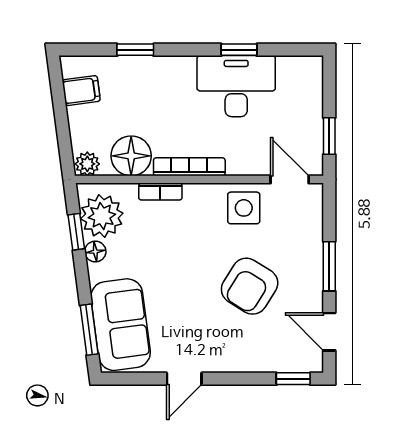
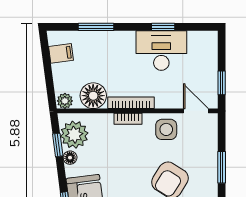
window: (135, 50) -> (96, 27), width x1.50
bookcase: (160, 192) -> (128, 119), moved

